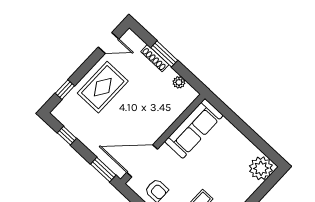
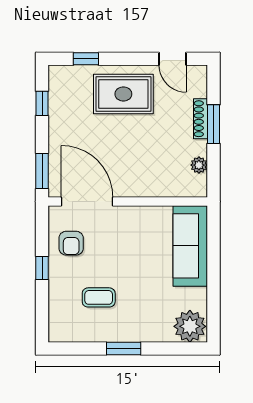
sofa: (194, 128) -> (190, 246), moved, turned 90

